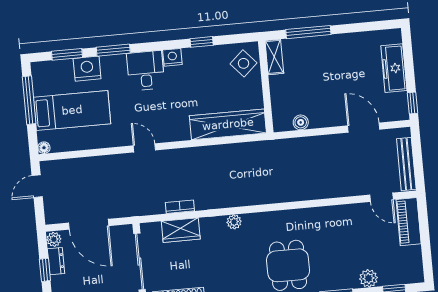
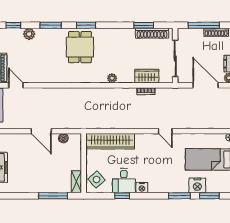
desk: (146, 71) -> (124, 181), moved
door: (364, 128) -> (41, 131), moved

